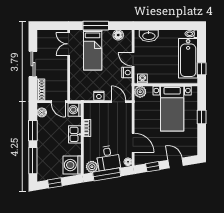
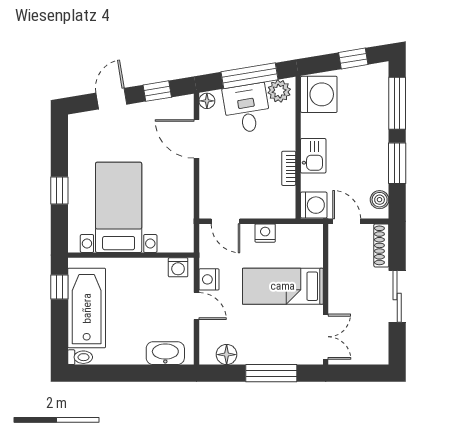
bed: (93, 50) -> (283, 286), moved, turned -90
plant: (140, 92) -> (182, 241), removed
door: (176, 163) -> (111, 99), swing flipped

